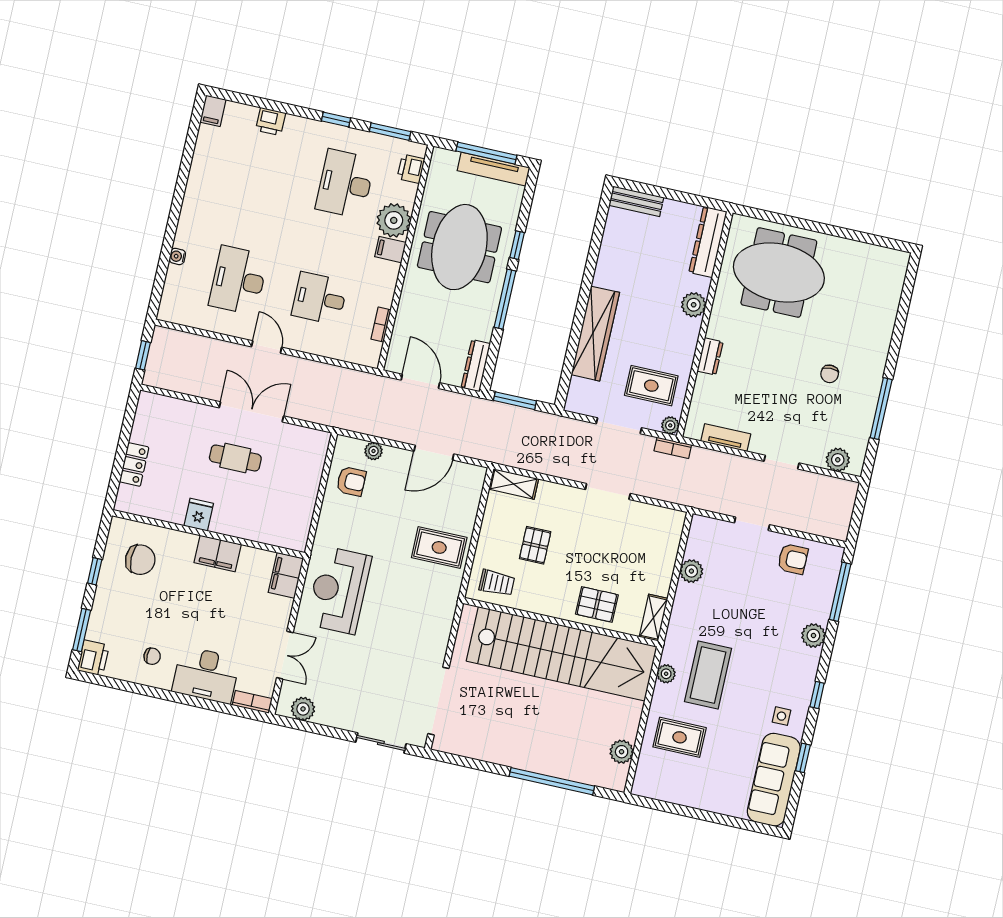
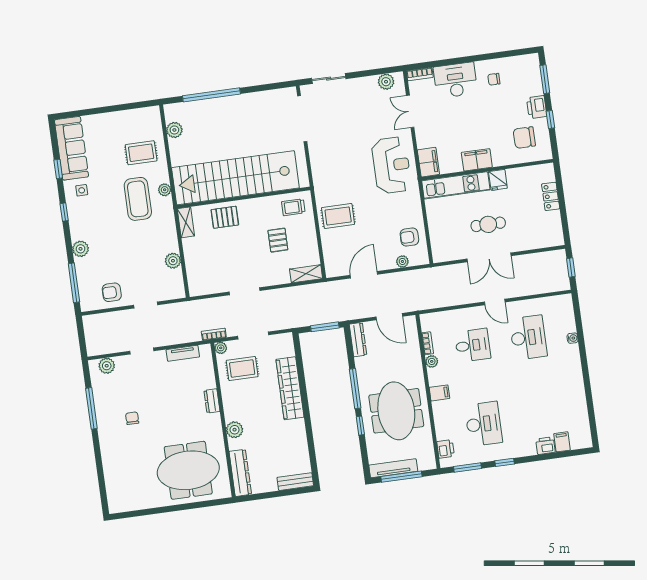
filing cabinet: (213, 111) -> (562, 442), moved
plant: (394, 220) -> (432, 361), moved, width x0.53, depth x0.53
kitchen unit: (260, 529) -> (456, 185), added
printer: (93, 658) -> (537, 107), moved

